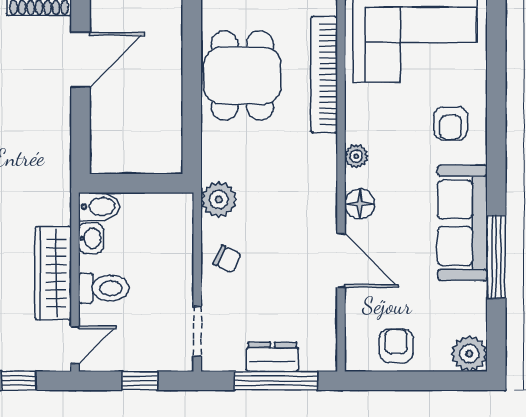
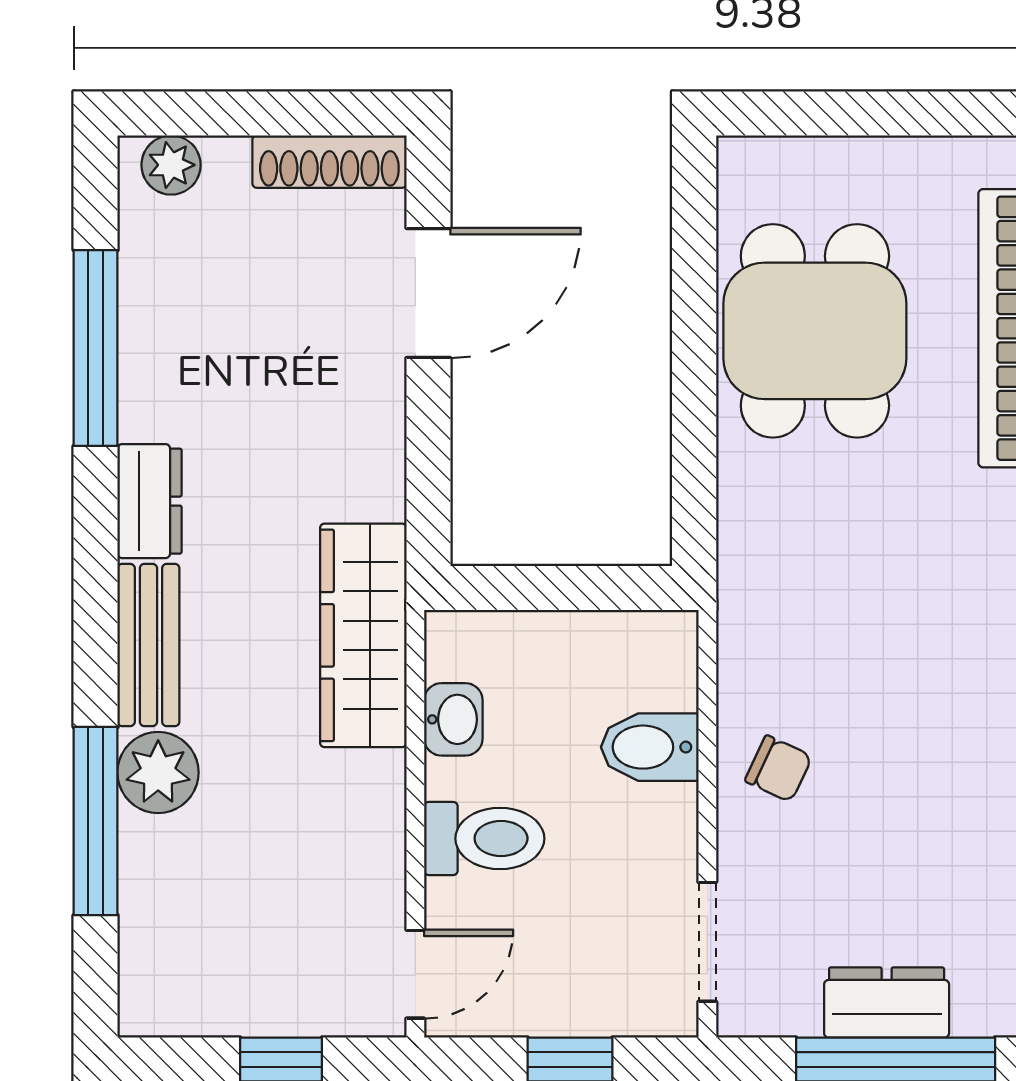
plant: (219, 200) -> (759, 627), removed
bidet: (99, 207) -> (650, 747), moved, turned 180
wardrobe: (53, 273) -> (363, 635), moved

